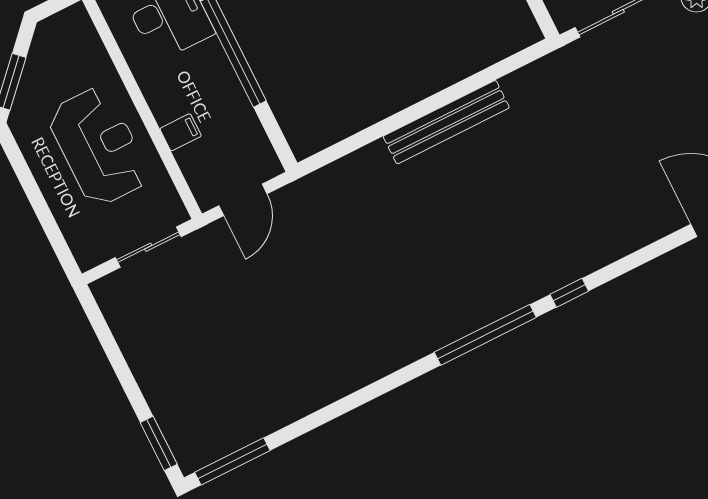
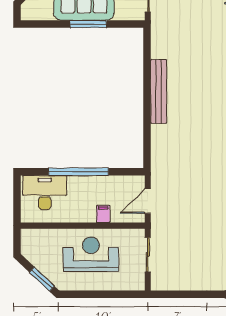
door: (243, 200) -> (148, 201), swing flipped

